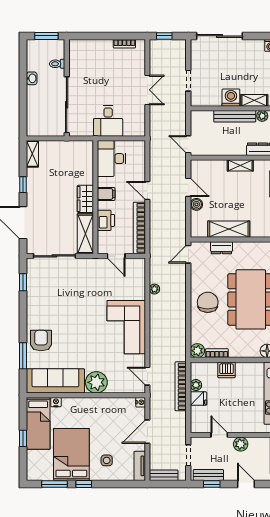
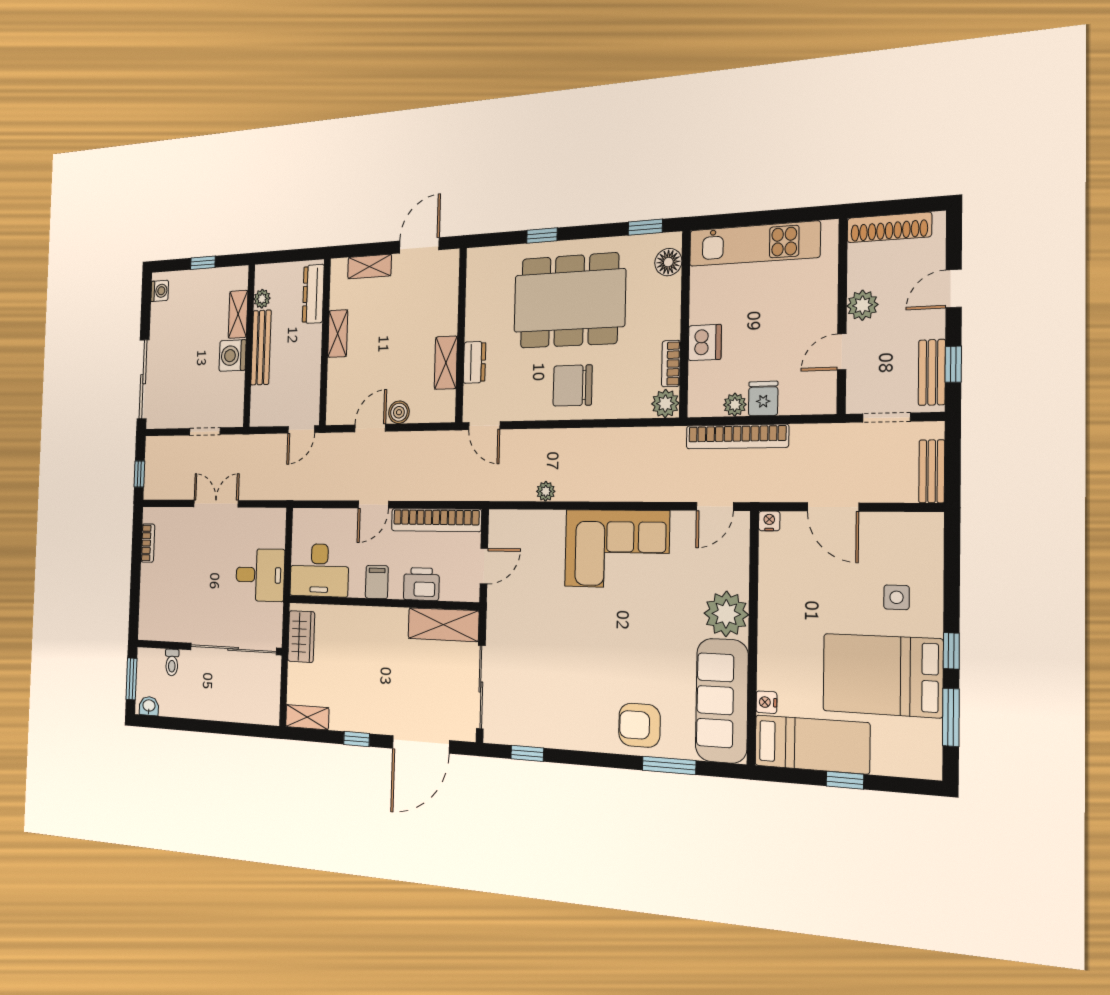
washbasin: (32, 78) -> (149, 706), moved
wardrobe: (85, 199) -> (301, 636), moved, turned -90
shelving: (229, 229) -> (446, 363), width x0.67, depth x0.75
tv unit: (140, 466) -> (910, 524), removed

